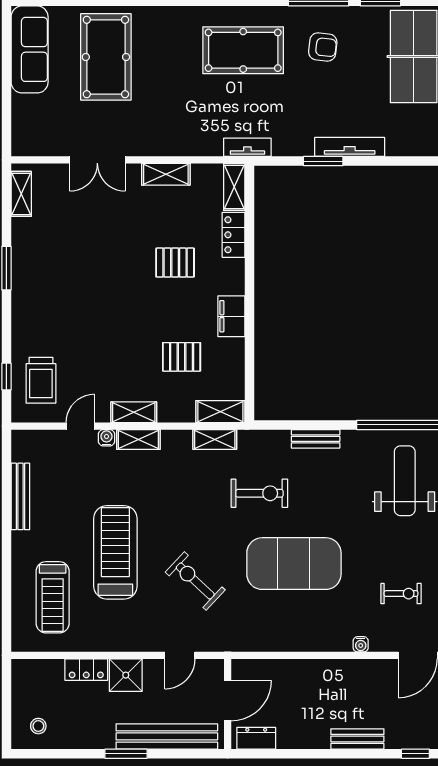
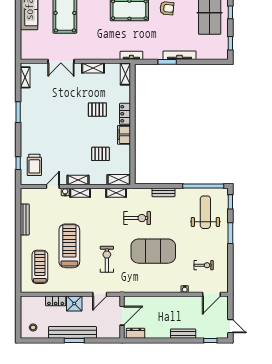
locker: (234, 235) -> (125, 114), moved
exercise bike: (195, 581) -> (107, 259), turned 47
treadmill: (53, 597) -> (40, 267), turned 180
bench: (167, 736) -> (72, 332), moved

